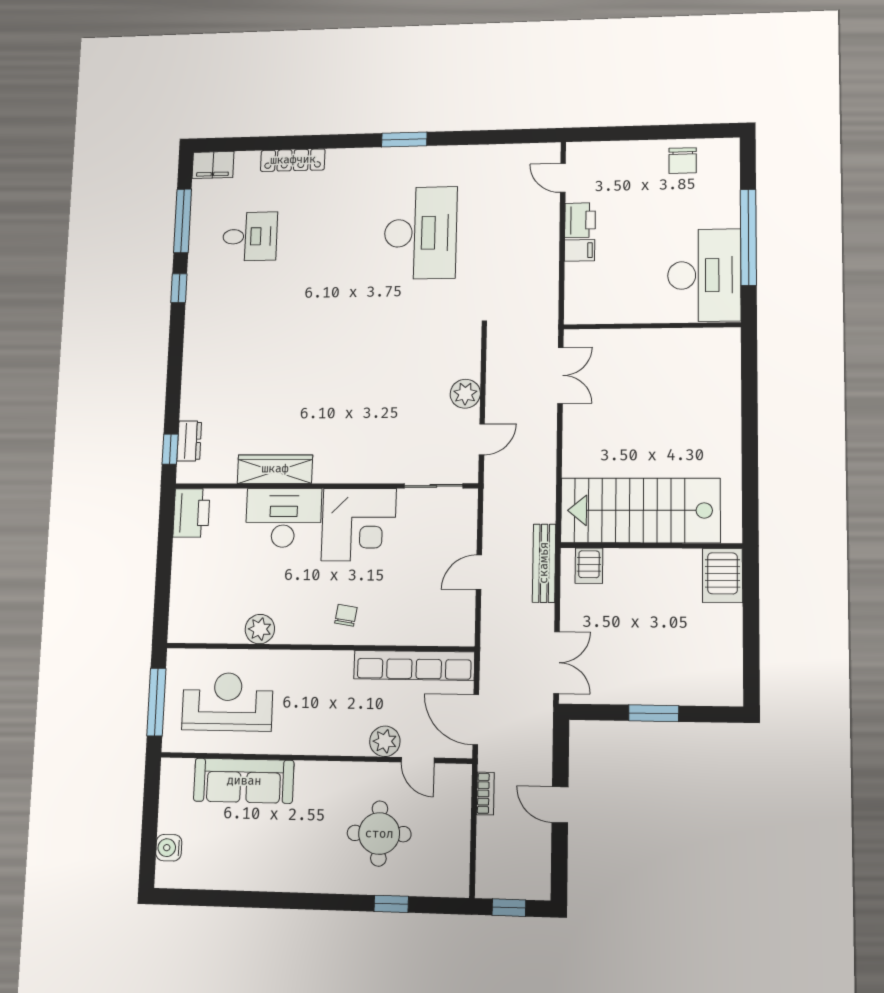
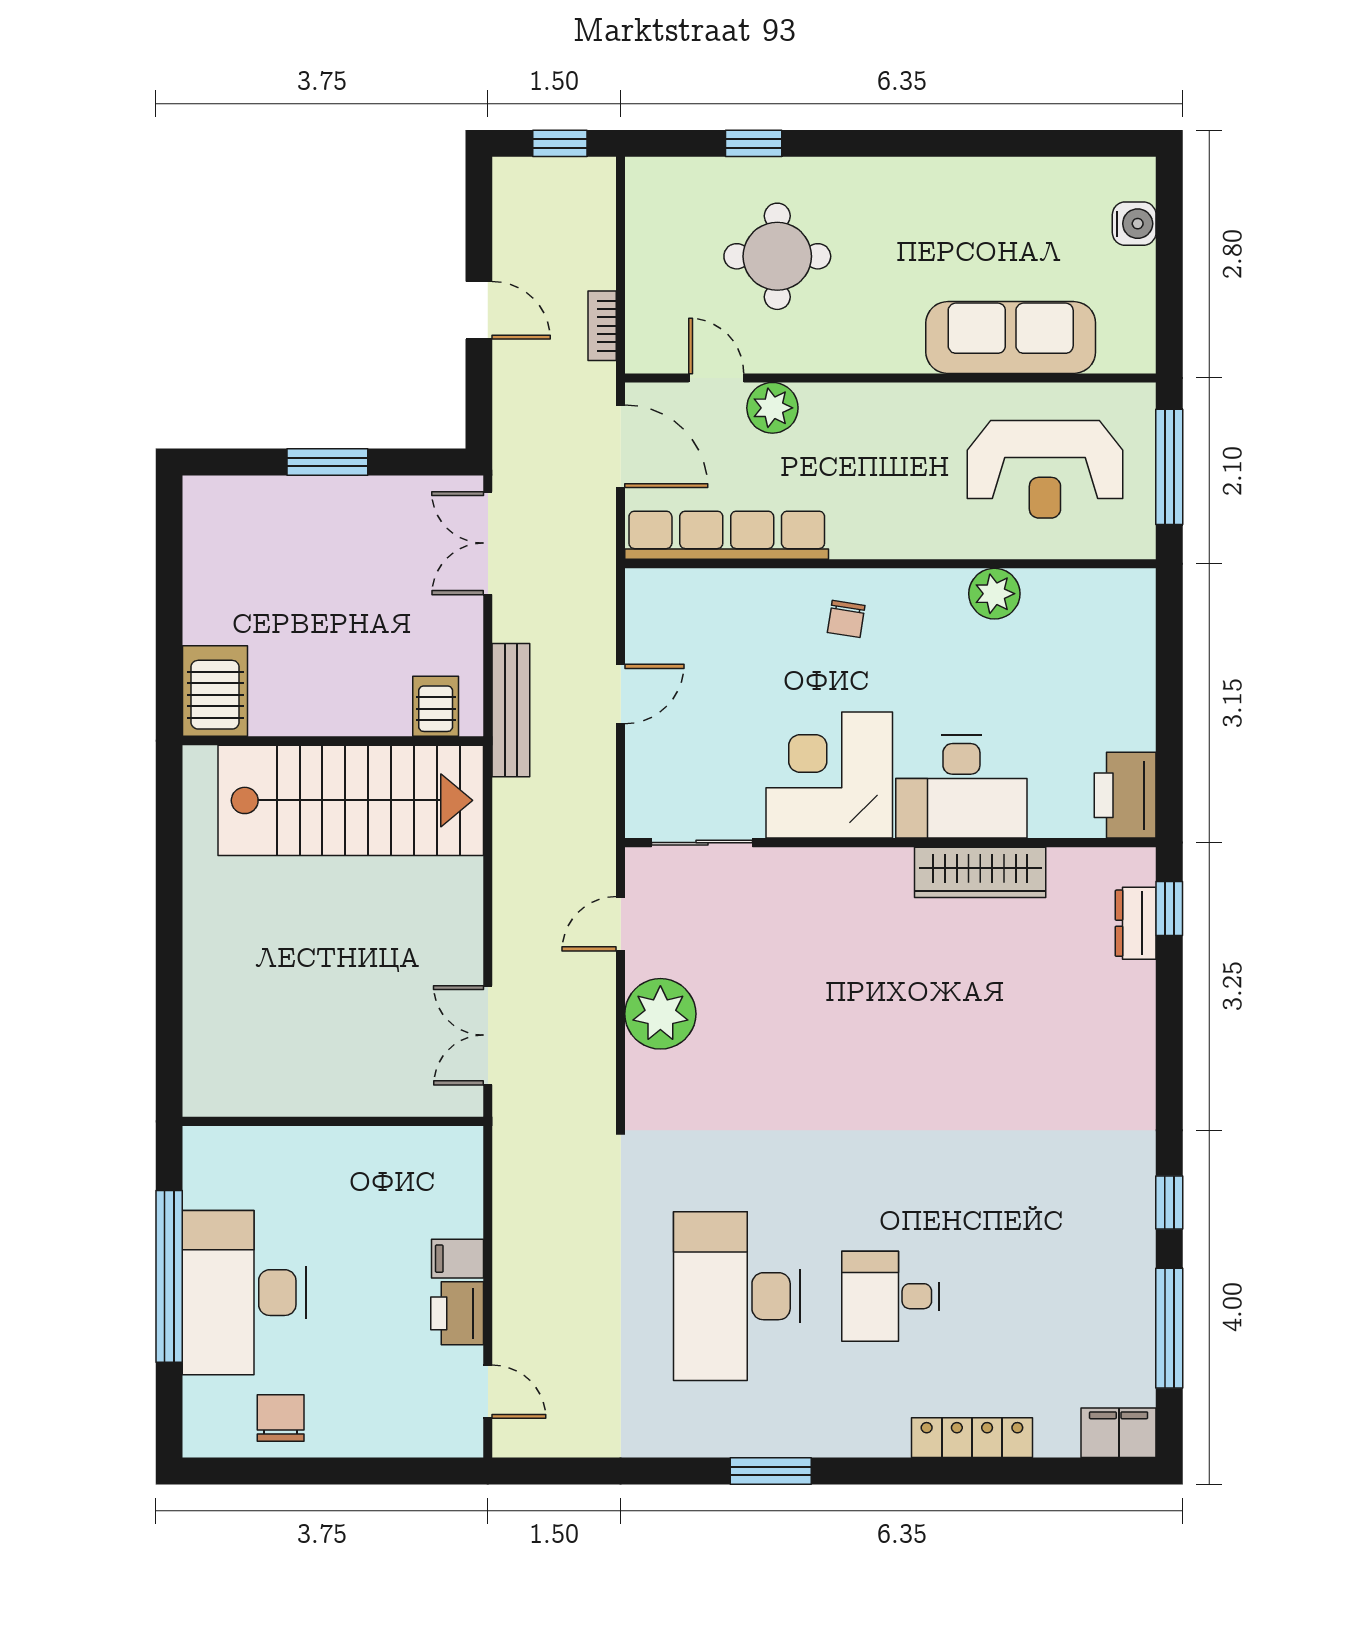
desk: (250, 236) -> (890, 1296), moved
desk: (704, 275) -> (244, 1293), moved
plant: (465, 394) -> (660, 1014), width x1.36, depth x1.36

